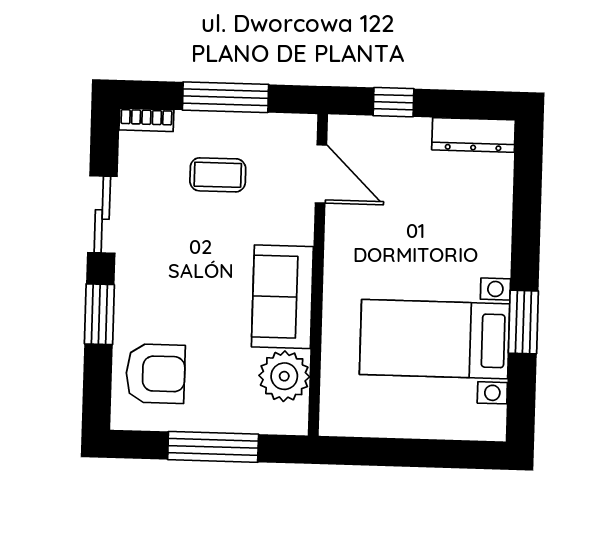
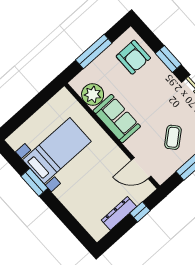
dresser: (473, 135) -> (119, 213), moved
coffee table: (218, 175) -> (173, 137), turned -40
armchair: (156, 374) -> (133, 57), turned -90

